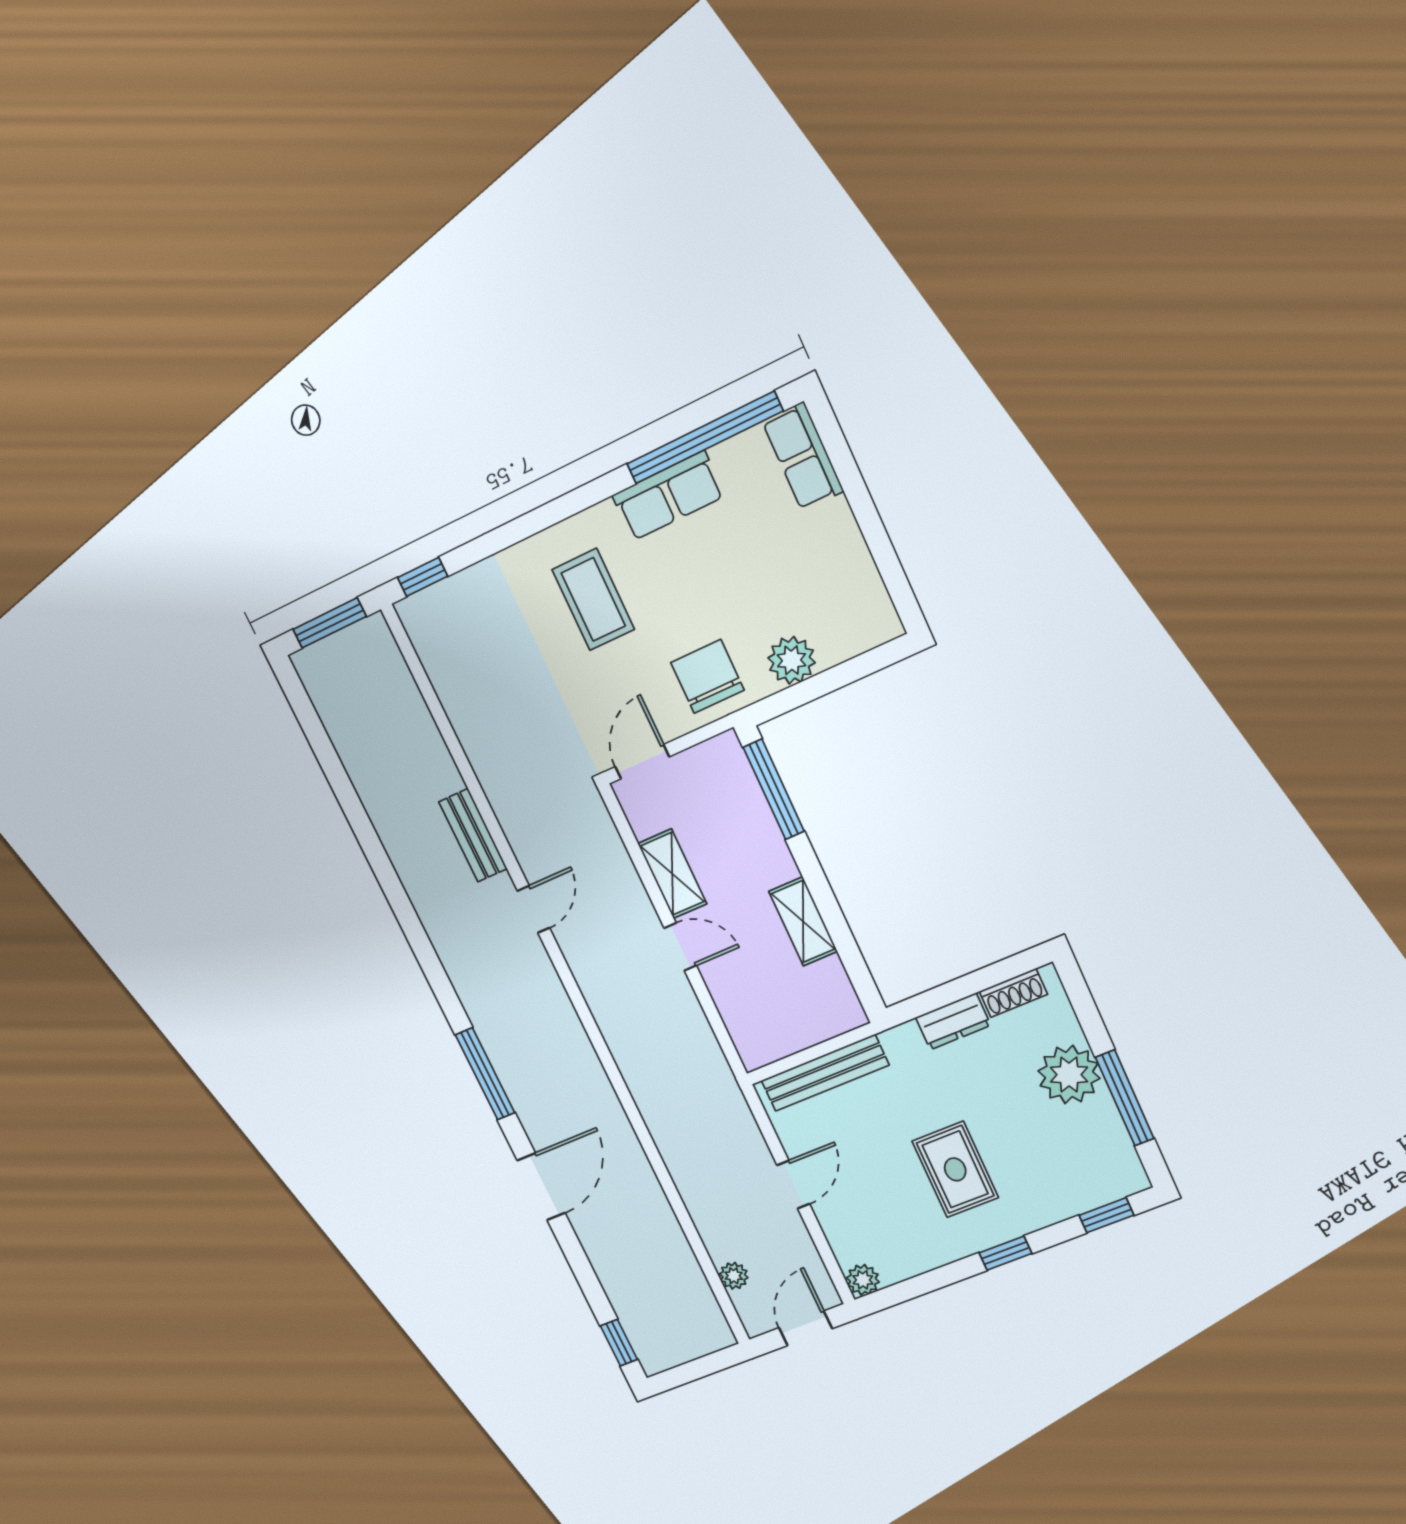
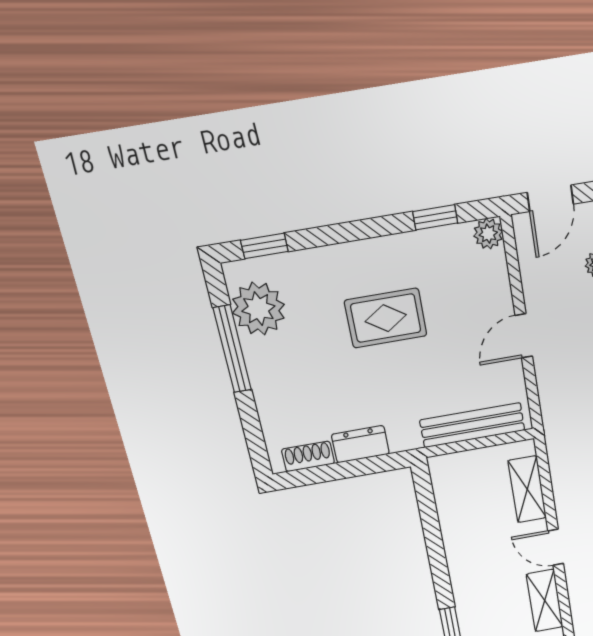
shelving: (803, 921) -> (527, 489), moved
plant: (1069, 1075) -> (258, 309), moved
rug: (955, 1169) -> (386, 318), turned 90
window: (1005, 1253) -> (435, 217), moved

